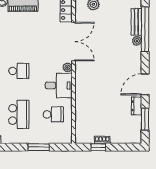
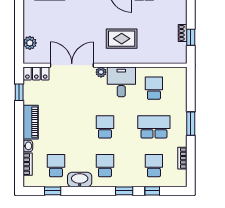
rug: (97, 86) -> (122, 39), added
window: (39, 147) -> (191, 124), moved

